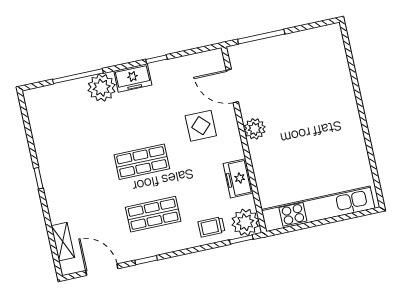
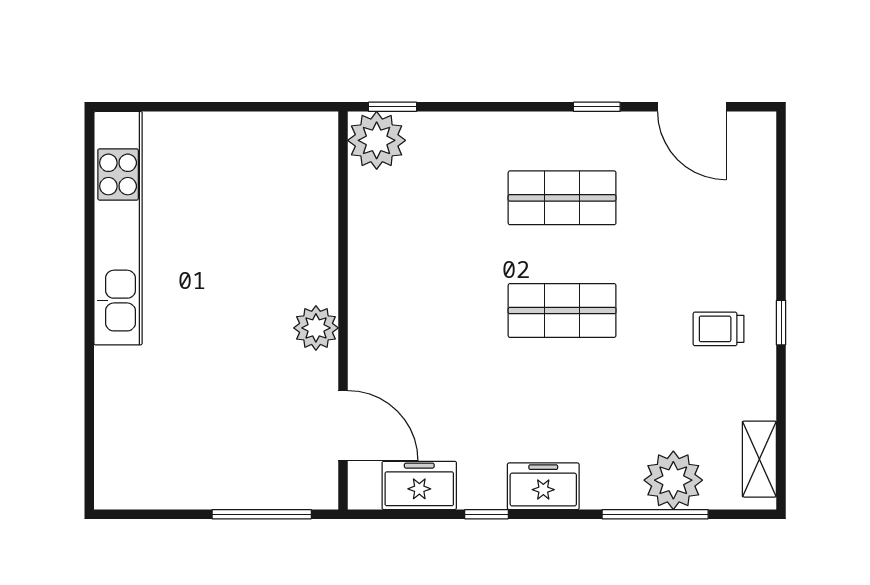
plant: (102, 88) -> (673, 480), moved
display table: (201, 126) -> (425, 358), removed
freezer: (238, 178) -> (419, 485), moved, turned -90
kitchen unit: (318, 209) -> (118, 228), moved, turned -90
trolley: (211, 227) -> (719, 329), moved, turned 180
shelving: (63, 242) -> (759, 459), moved

